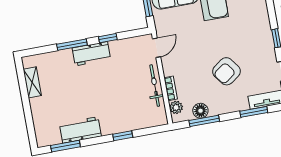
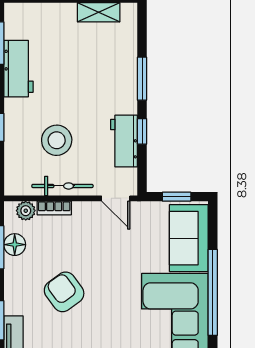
workbench: (91, 54) -> (124, 141), moved
stool: (124, 95) -> (57, 140), added

